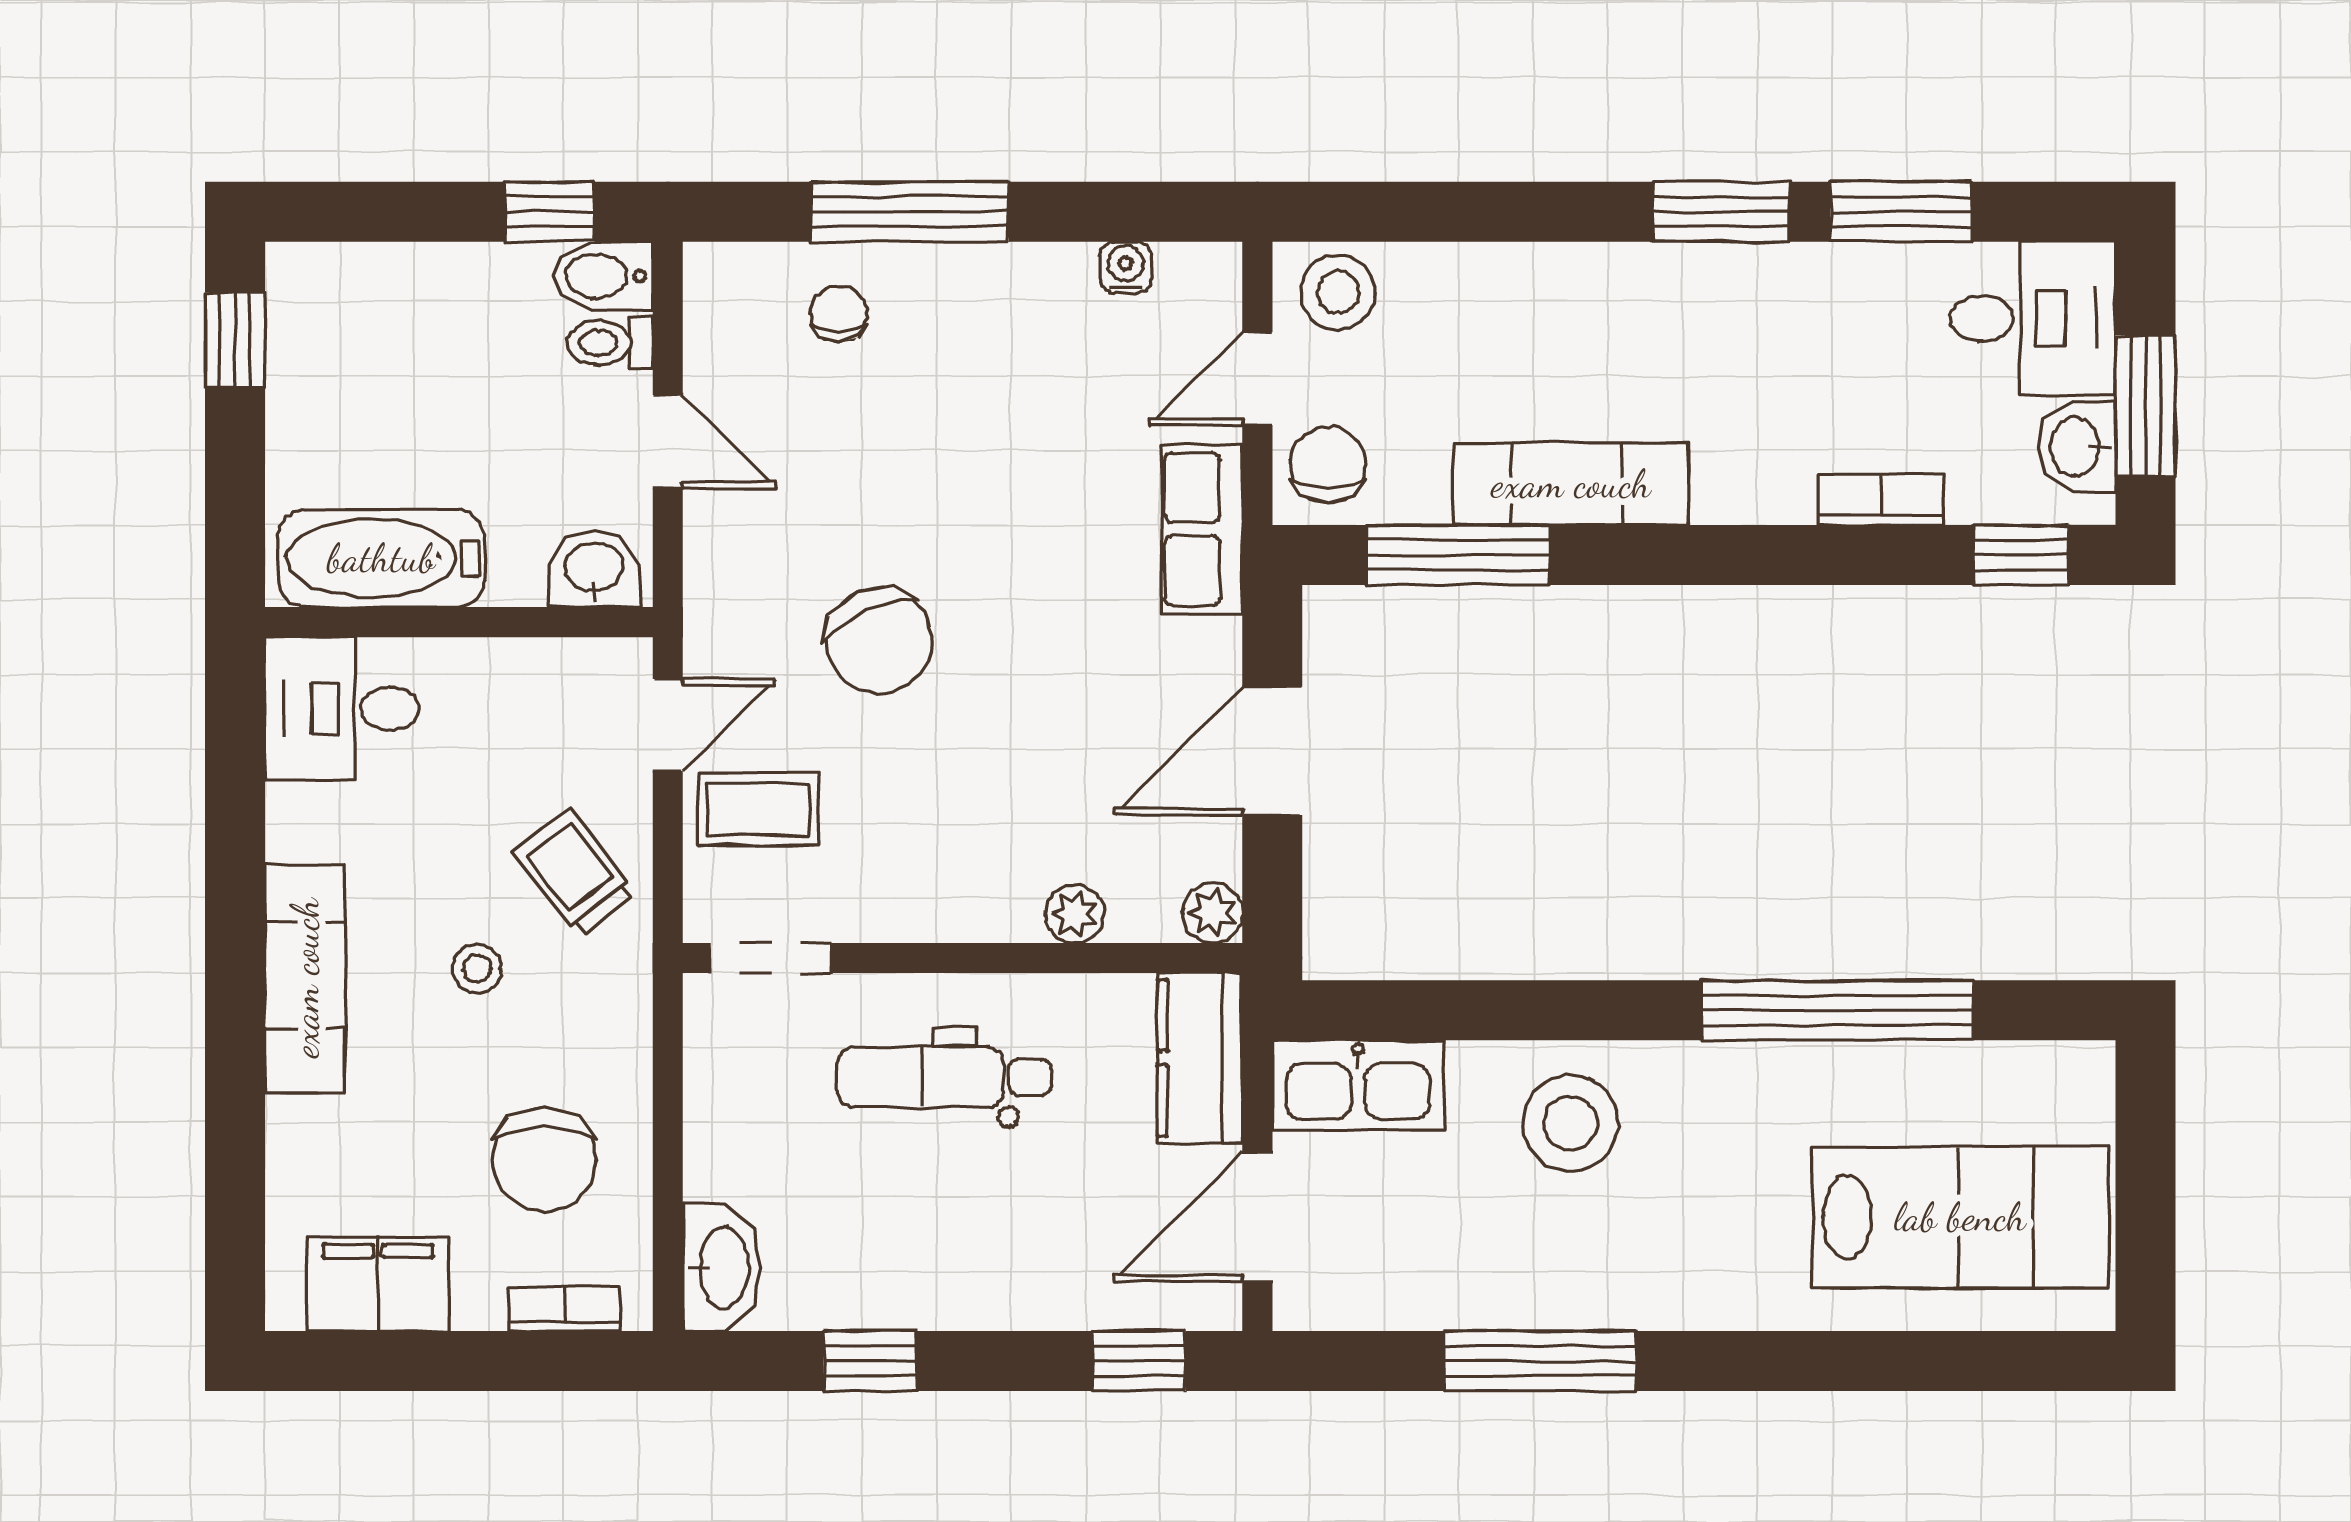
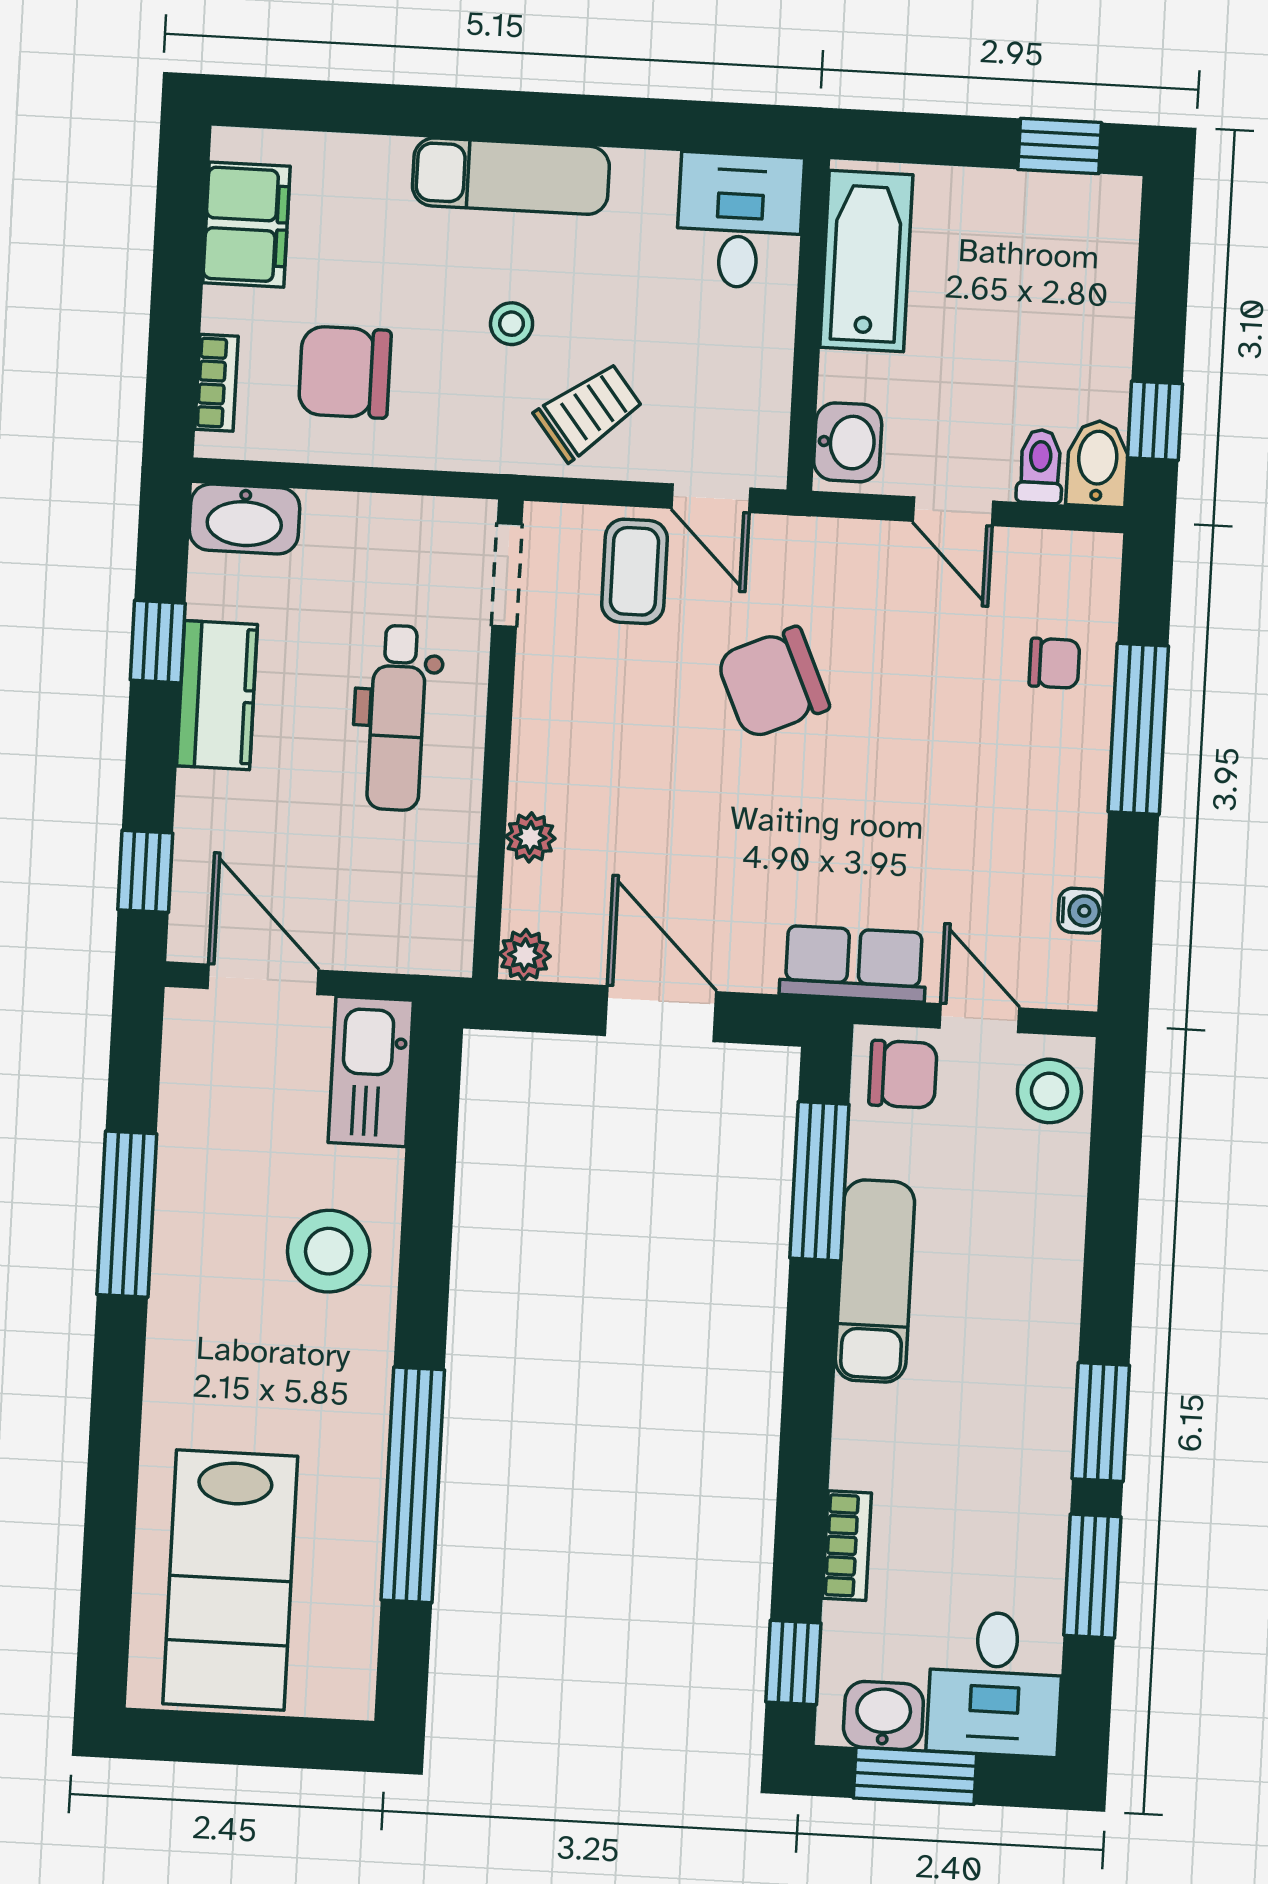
door: (668, 442) -> (953, 511), hinge flipped
kitchen counter: (1200, 1058) -> (217, 695), moved, turned 90
dental chair: (944, 1077) -> (397, 718), turned 180

